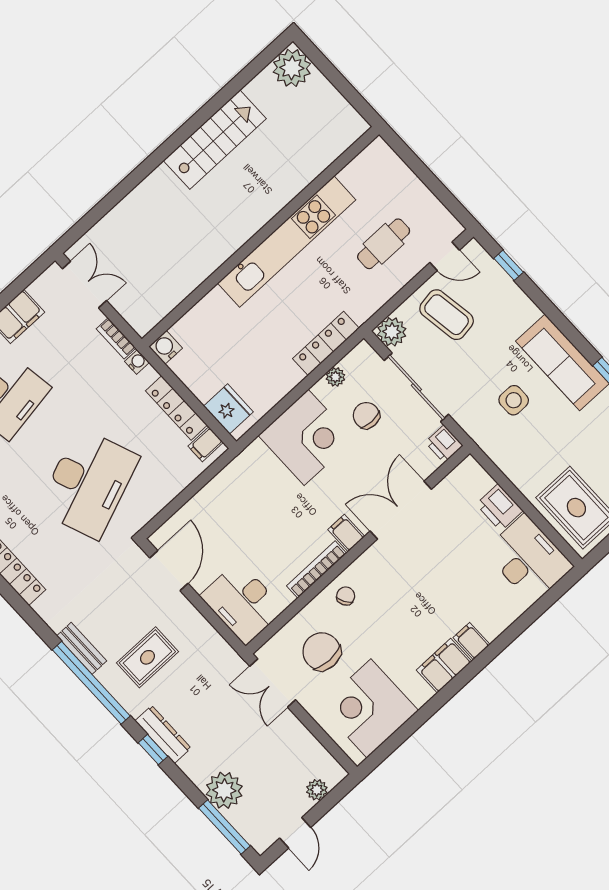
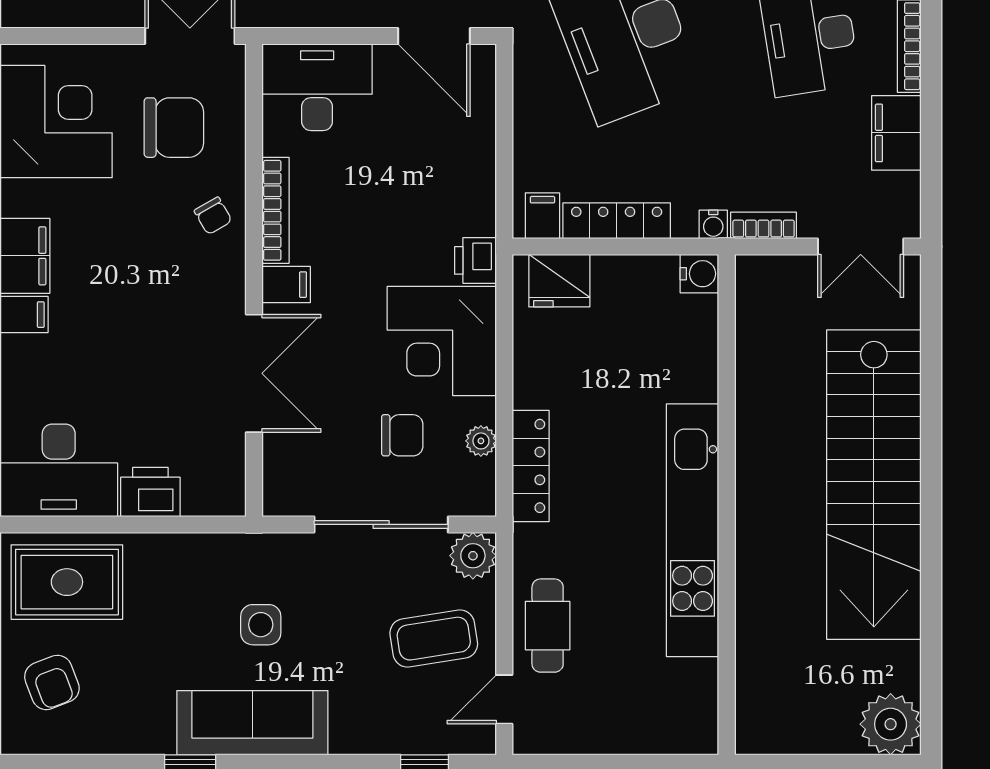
stairs: (215, 140) -> (874, 485), width x1.86, depth x1.51
cafe table: (384, 244) -> (548, 626), moved
printer: (444, 444) -> (475, 260), moved, turned -90

